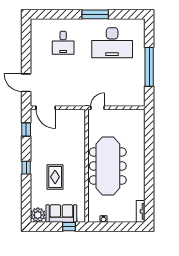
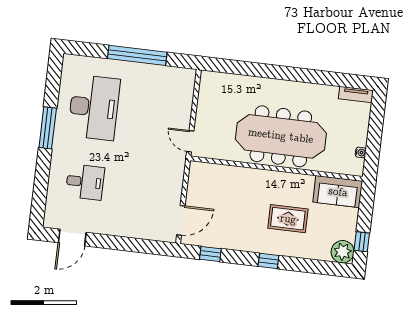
door: (26, 83) -> (72, 238), moved
sofa: (61, 214) -> (338, 192), moved, turned -90
window: (69, 227) -> (362, 242), moved

